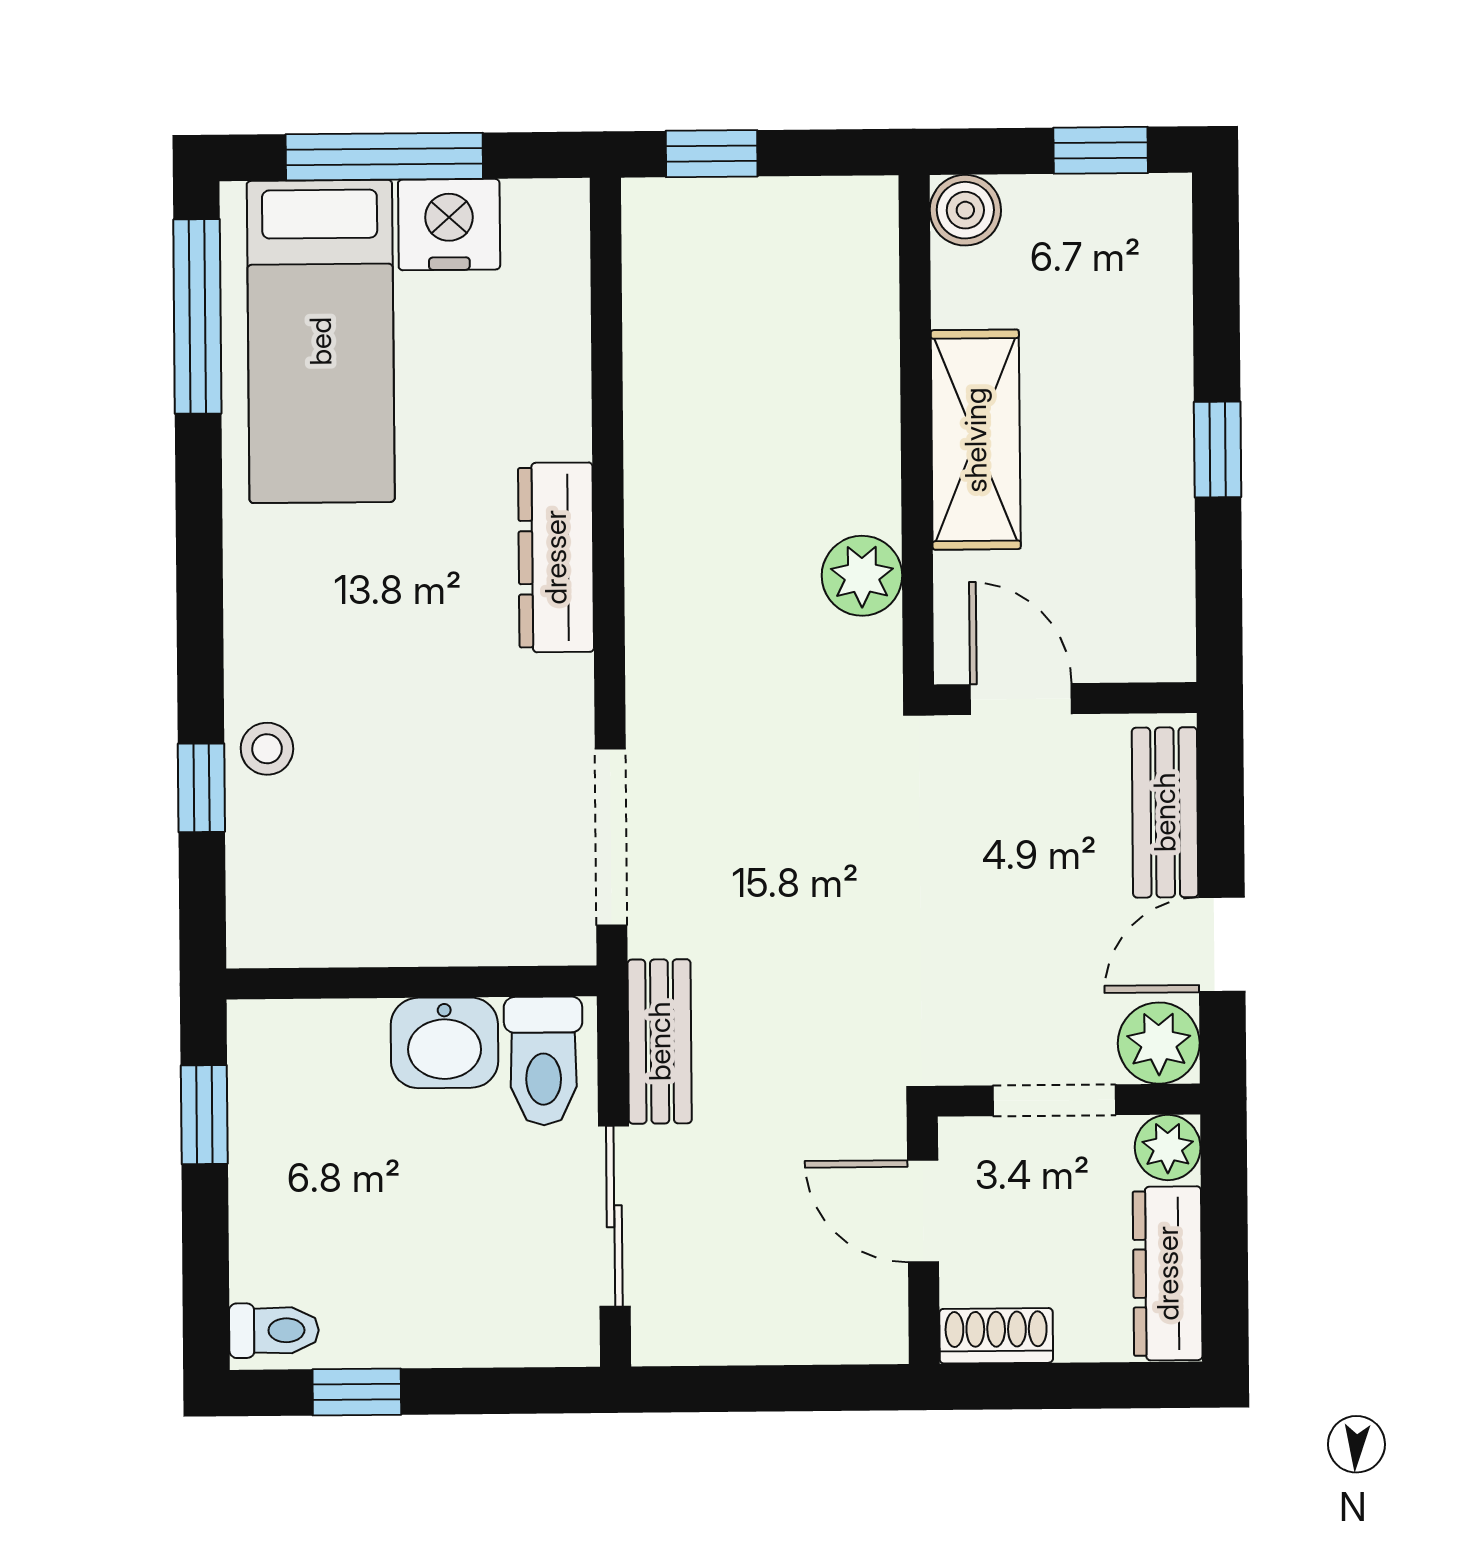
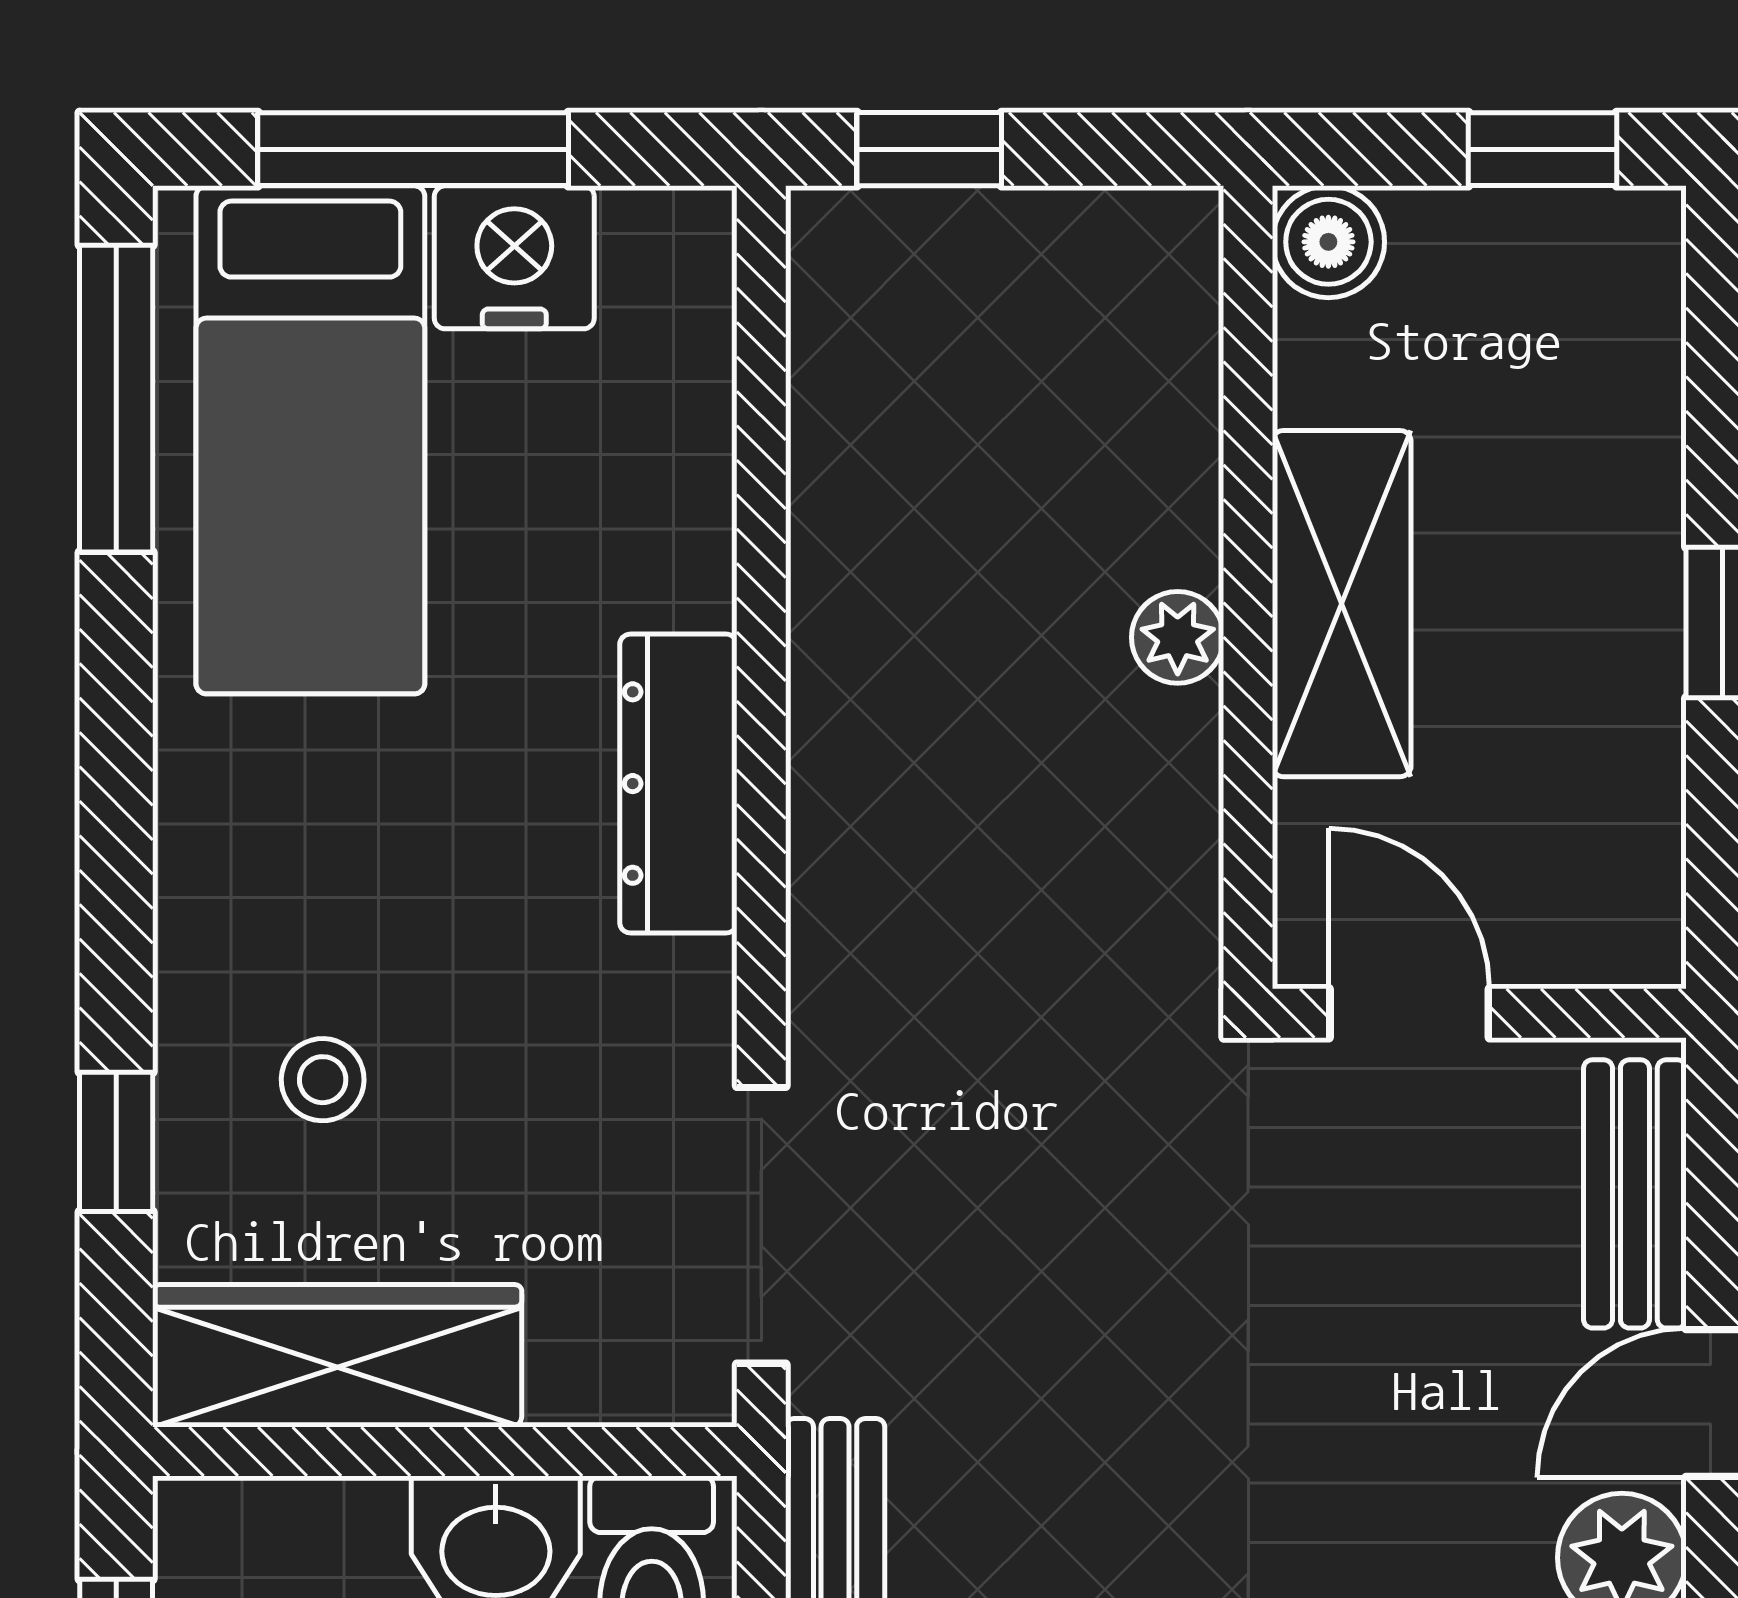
plant: (862, 576) -> (1178, 637), moved, width x0.73, depth x0.73
stool: (267, 749) -> (323, 1080), moved
wardrobe: (343, 922) -> (337, 1356), added

